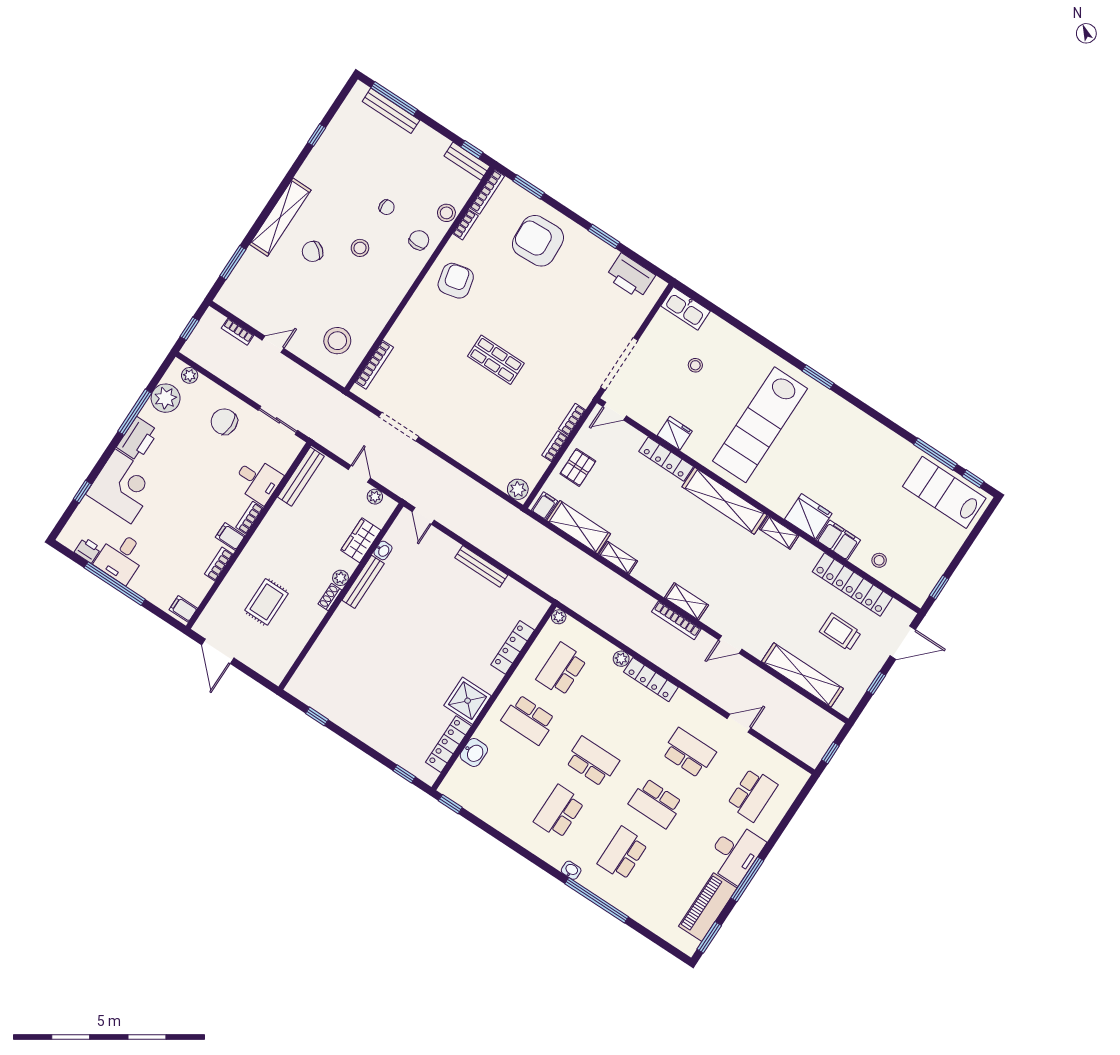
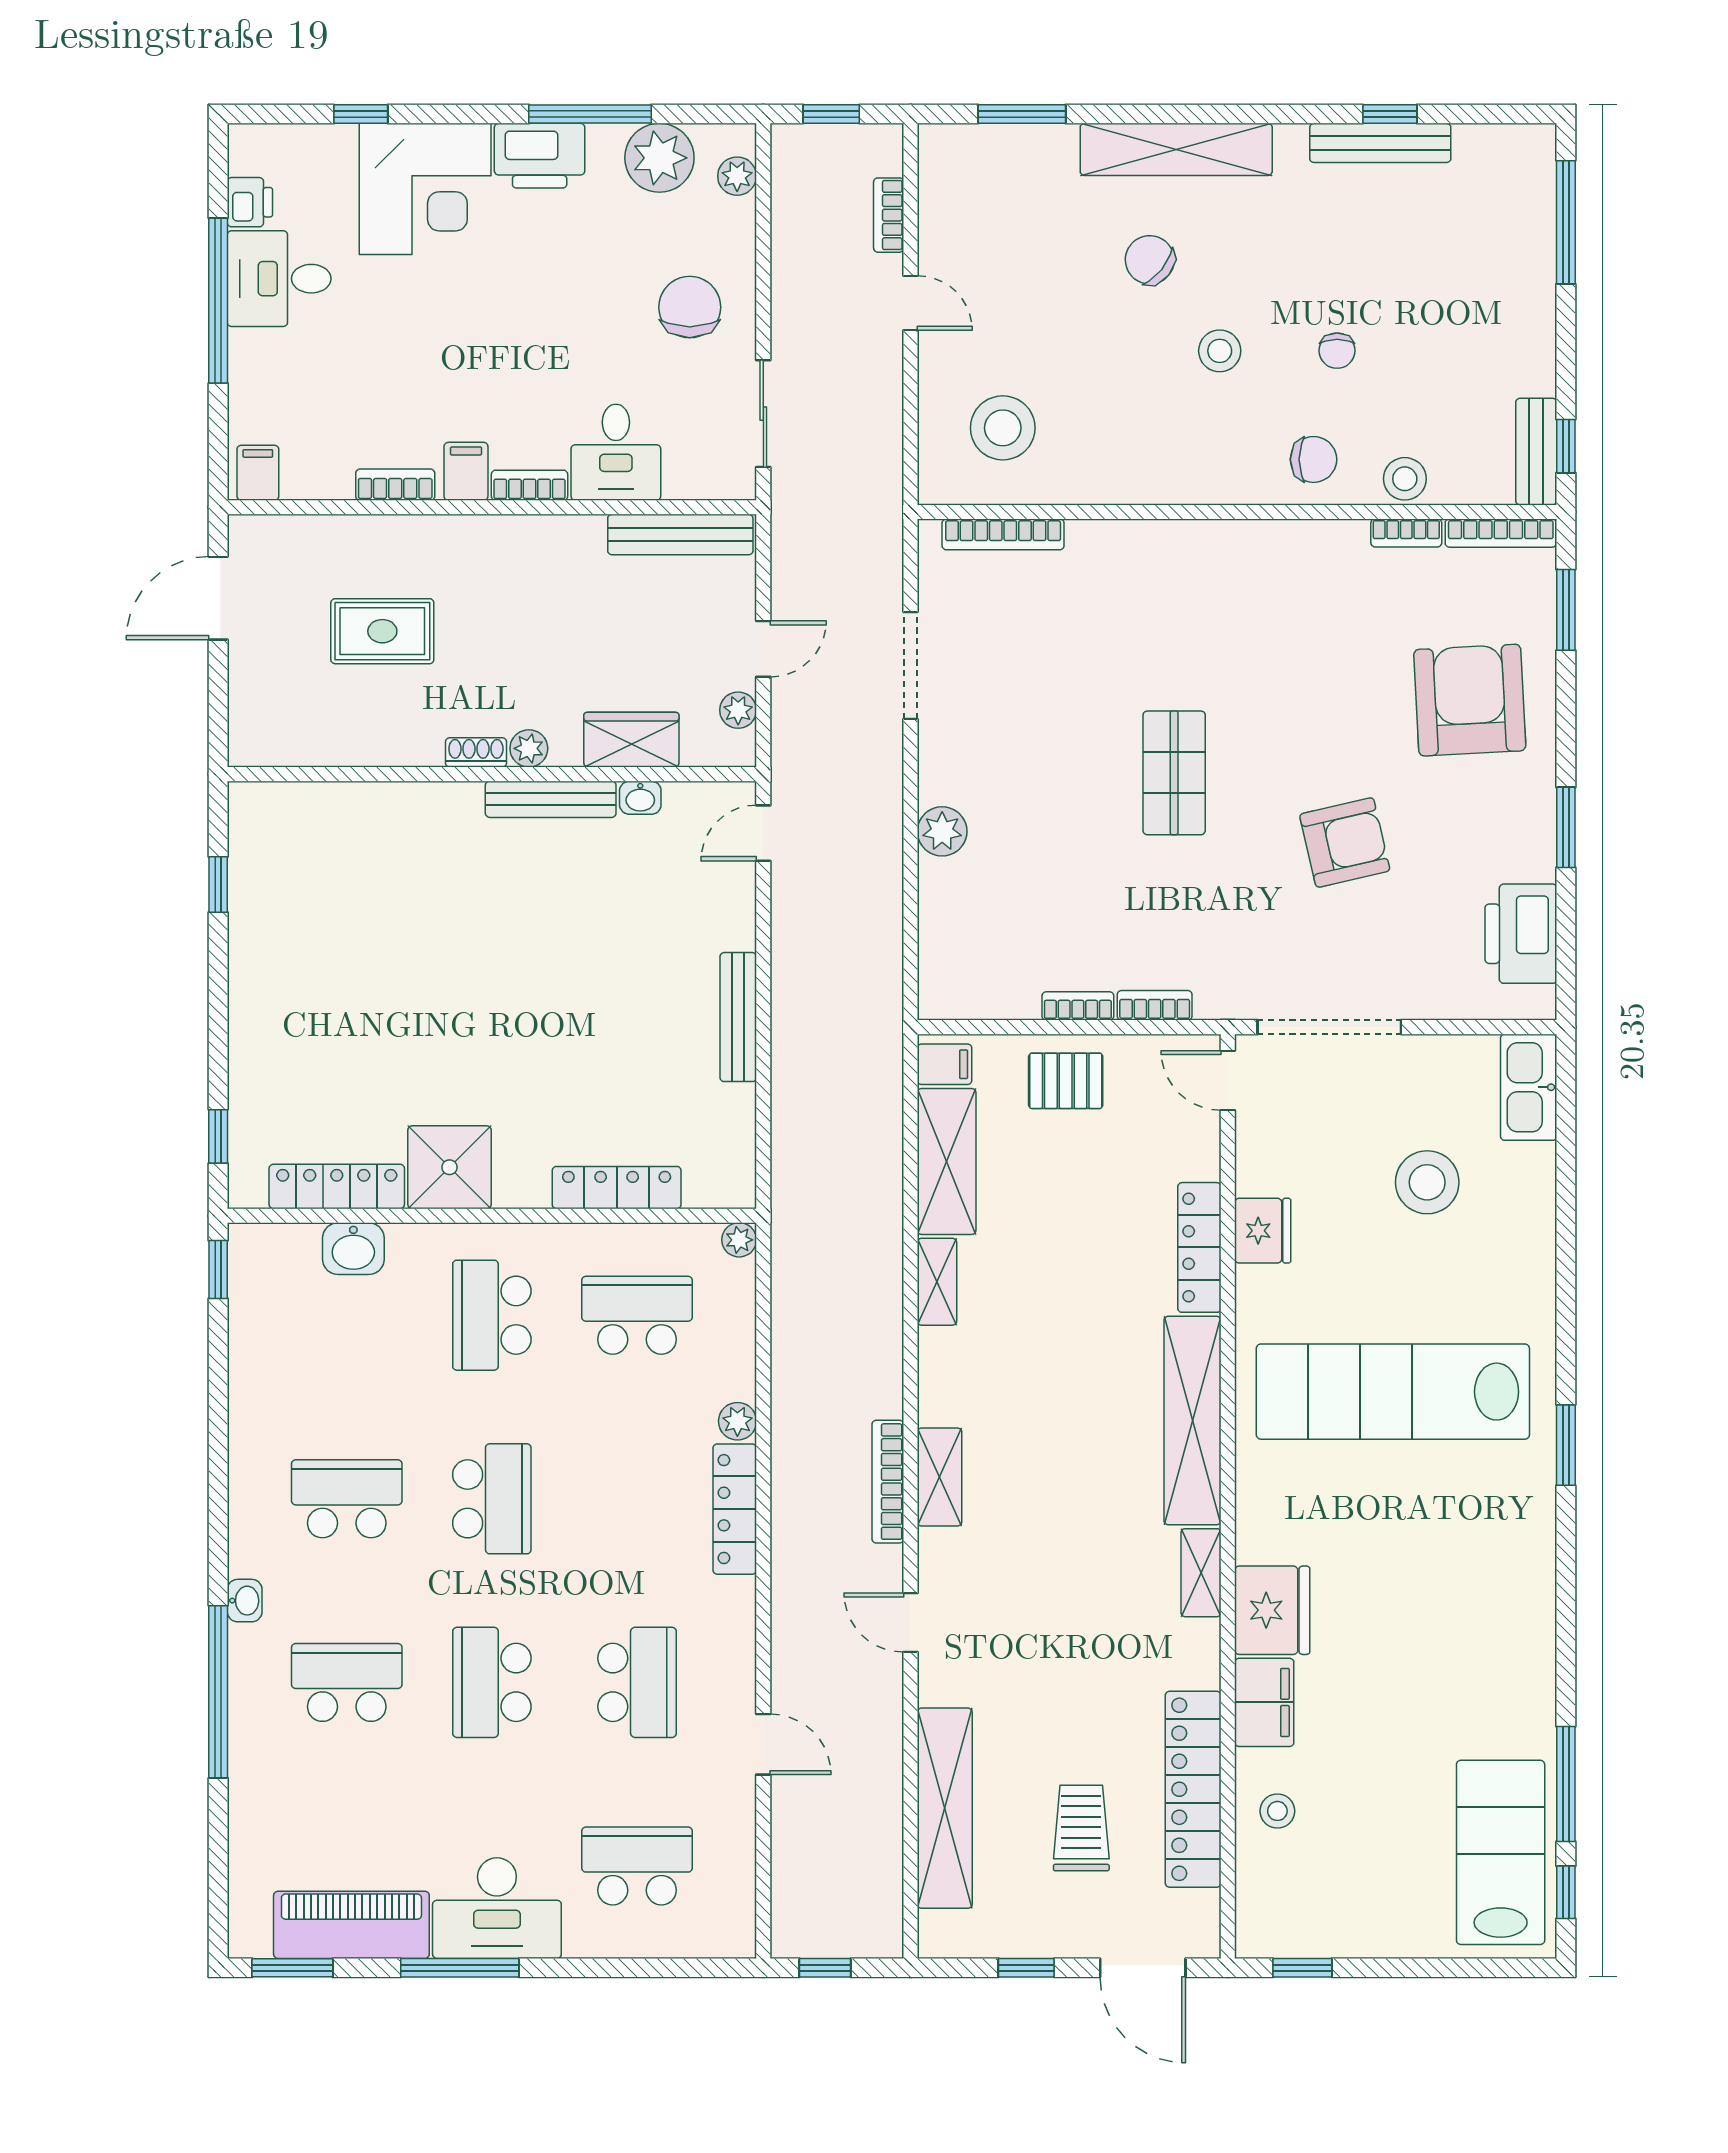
bench: (391, 111) -> (1380, 143), moved, turned 90
armchair: (456, 281) -> (1345, 842), moved
stool: (695, 365) -> (1427, 1182), width x1.89, depth x1.89
plant: (518, 489) -> (942, 831), moved
school desk: (752, 795) -> (637, 1866), turned 180

